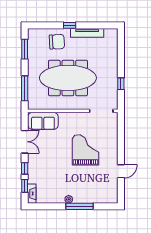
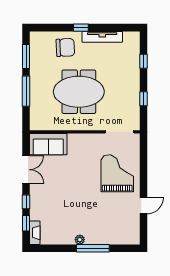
window: (121, 53) -> (143, 61), added
meeting table: (68, 78) -> (79, 92), width x0.73
window: (25, 88) -> (26, 91), moved
grand piano: (85, 150) -> (117, 173), moved

